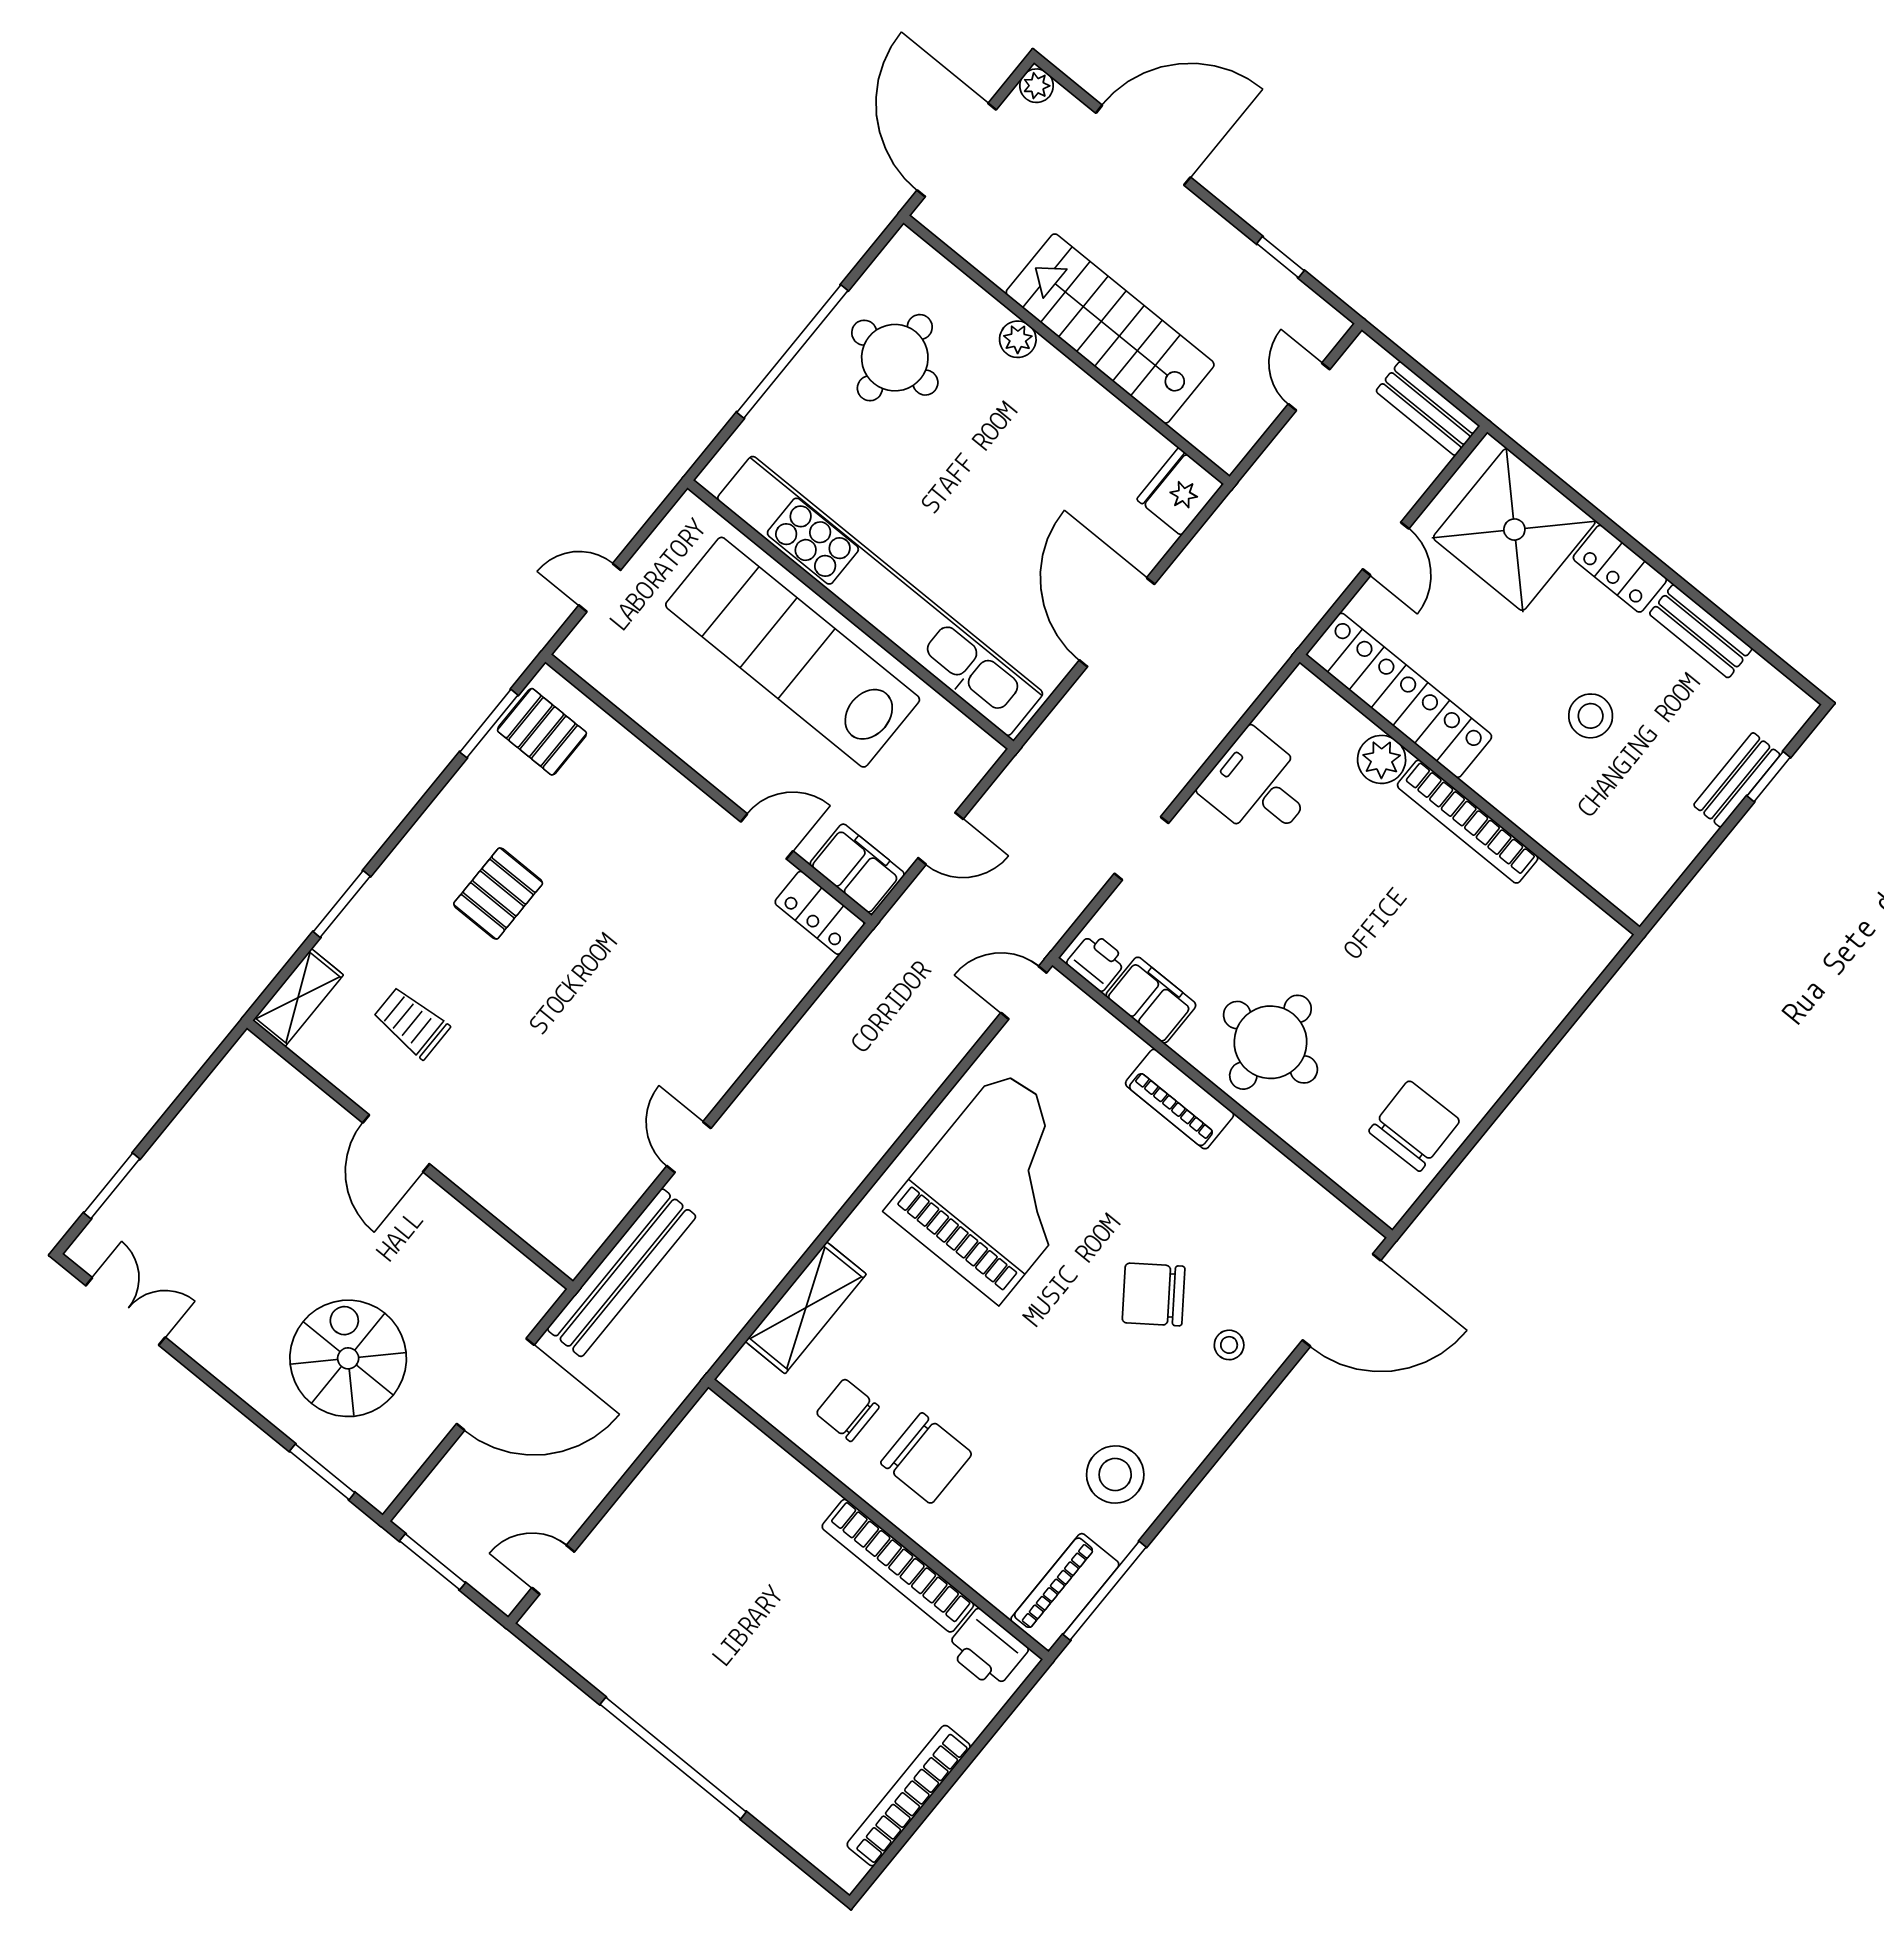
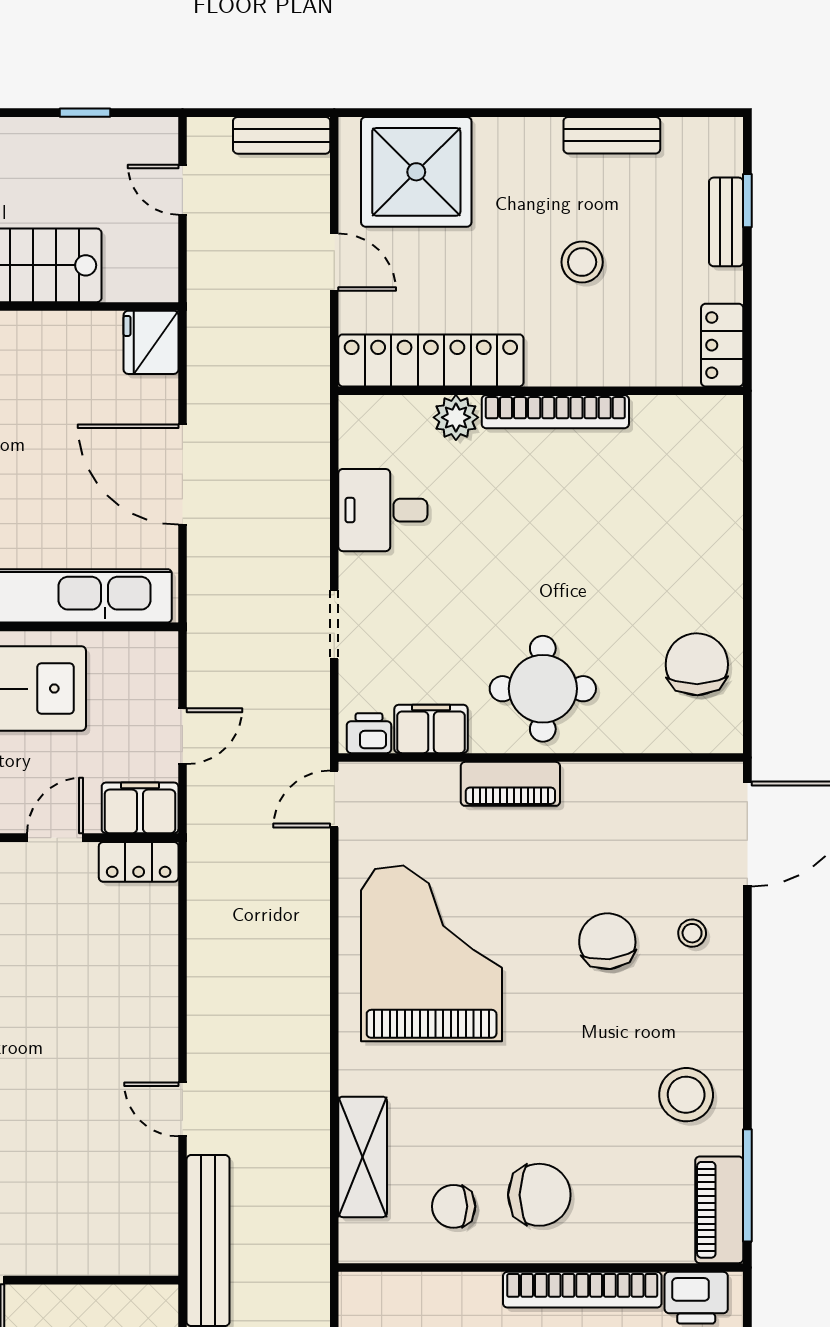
locker: (1620, 569) -> (722, 345), moved, turned 90
chair: (1154, 1294) -> (607, 941), turned 120

